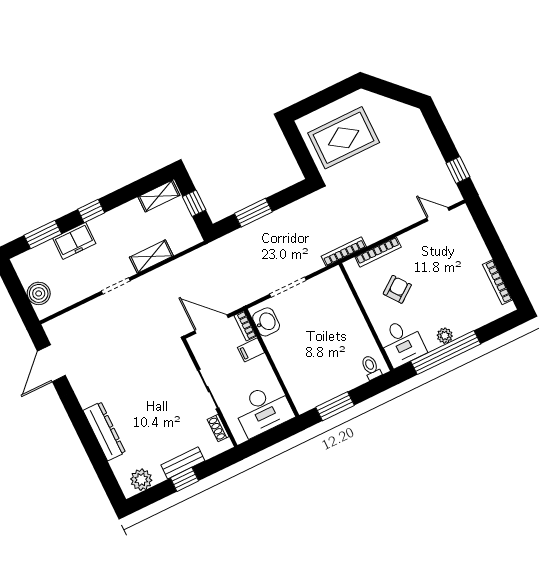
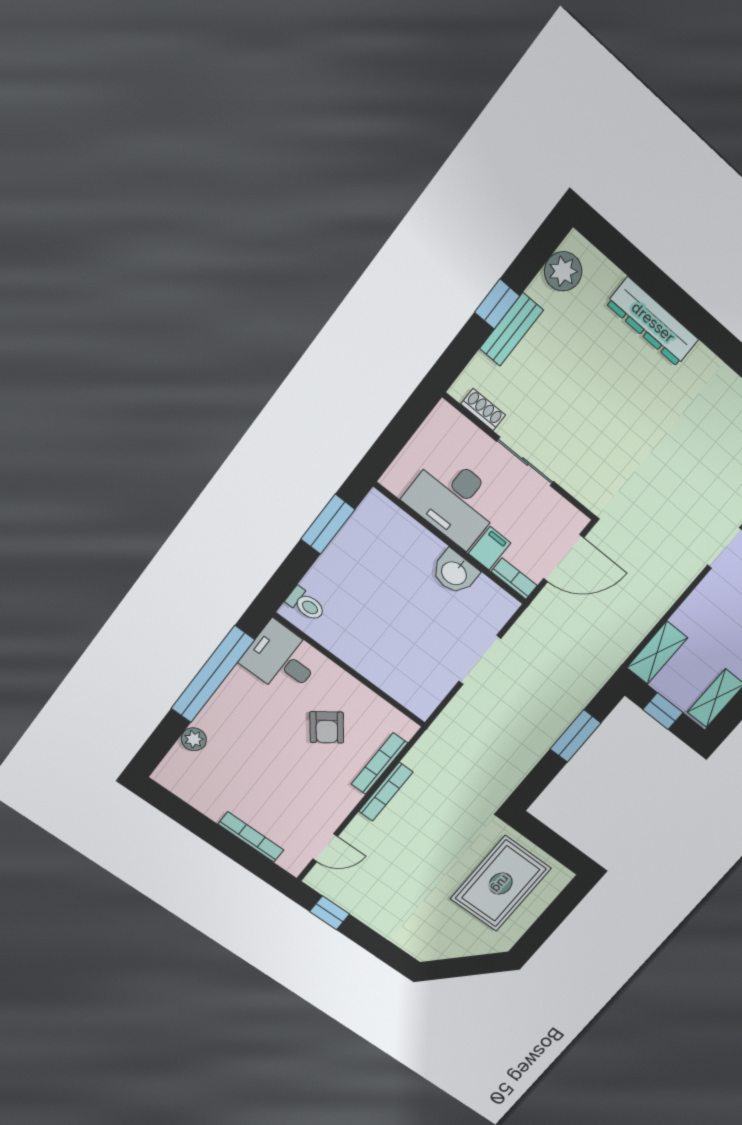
bookcase: (344, 252) -> (386, 792), moved
shelving: (151, 256) -> (657, 653), moved
bookcase: (497, 282) -> (251, 837), moved
washbasin: (266, 322) -> (455, 573), moved
plant: (445, 336) -> (194, 739), moved
desk: (263, 410) -> (454, 500), moved, turned -90

